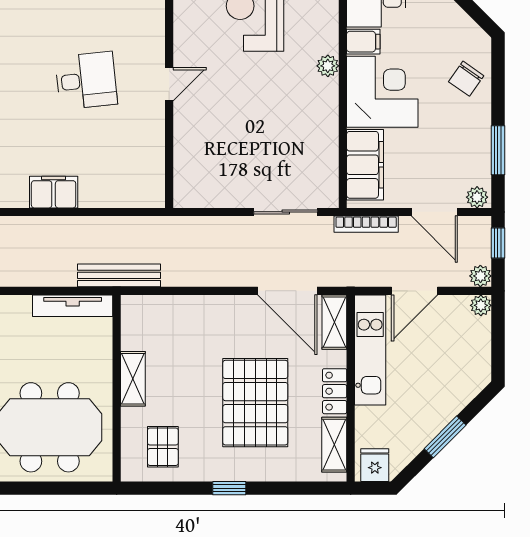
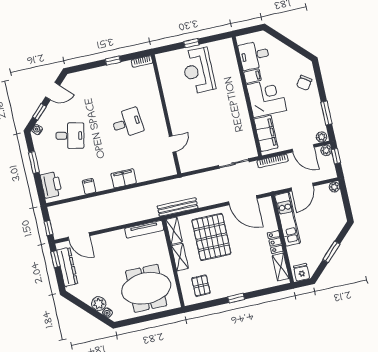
plant: (328, 66) -> (238, 91), removed
door: (169, 84) -> (173, 144), moved
bench: (119, 275) -> (178, 207), moved
plant: (480, 276) -> (326, 150), moved
shelving: (334, 322) -> (174, 231), moved
pallet: (255, 403) -> (211, 237), moved

